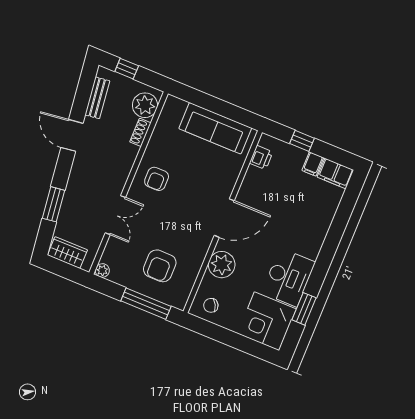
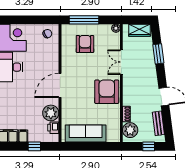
armchair: (157, 179) -> (107, 92), width x1.88, depth x1.88
plant: (222, 265) -> (51, 113), moved

